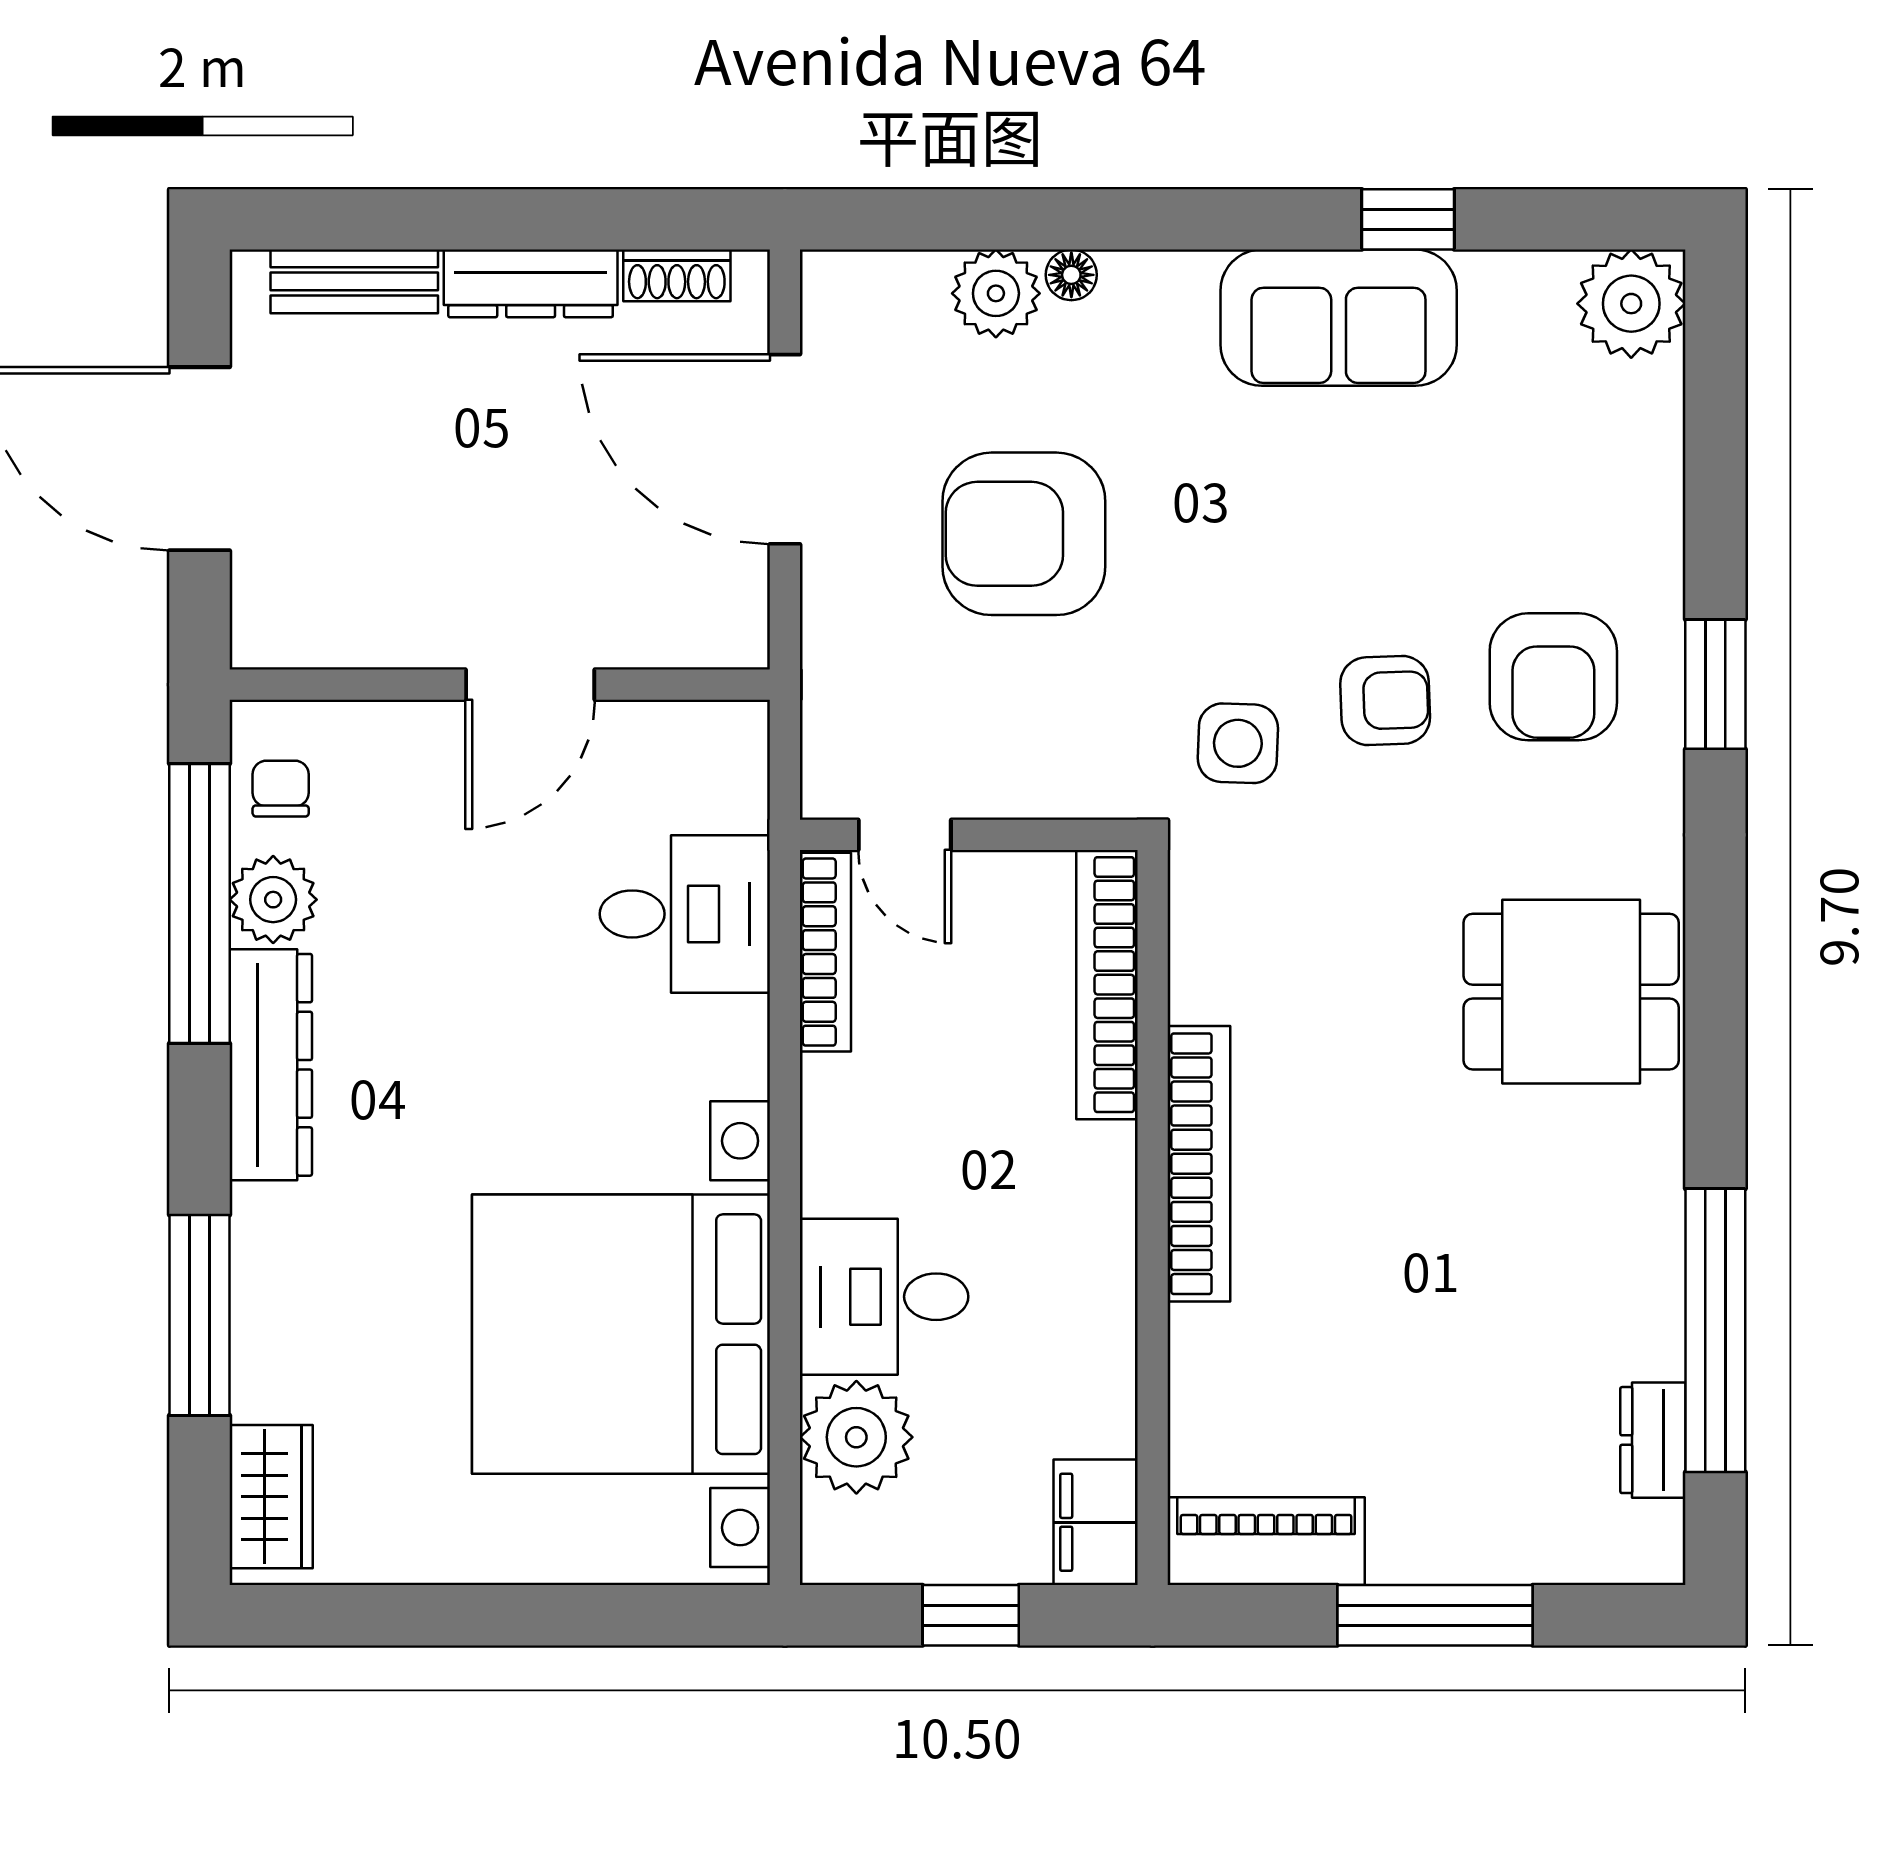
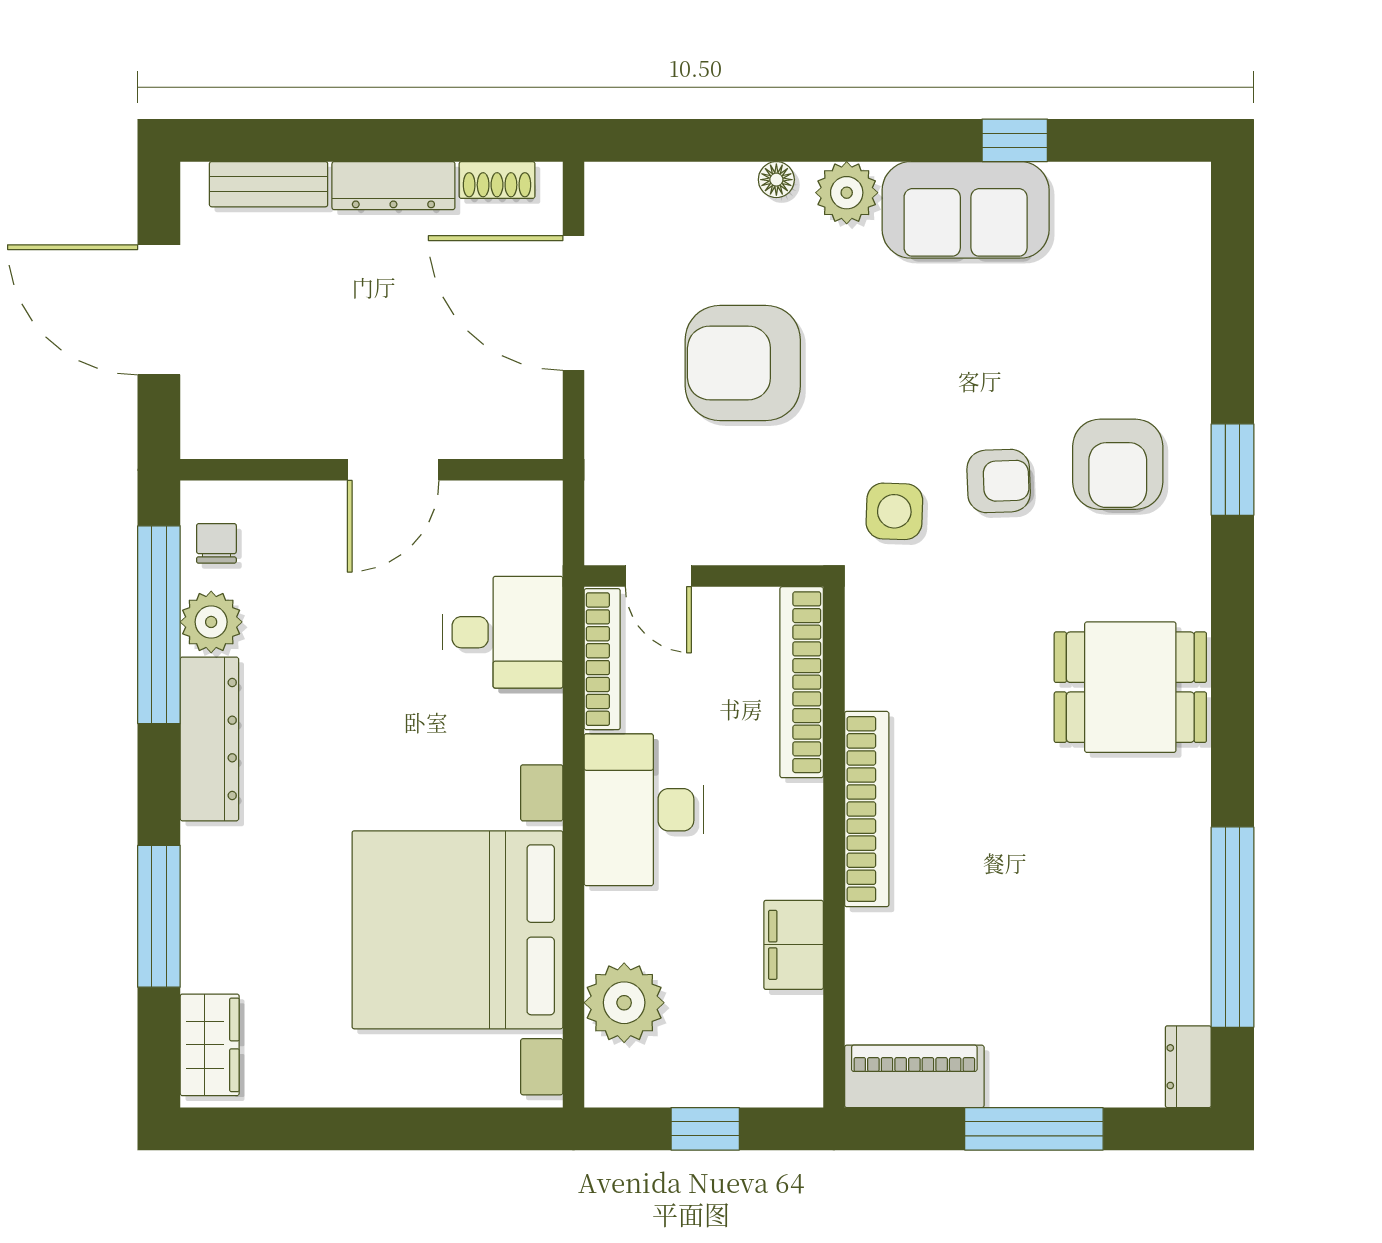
plant: (996, 293) -> (847, 193), moved
plant: (1631, 304) -> (1173, 200), removed
desk: (884, 1297) -> (644, 810), moved, width x1.37
dresser: (1653, 1440) -> (1188, 1067), moved
filing cabinet: (1096, 1522) -> (794, 945), moved

